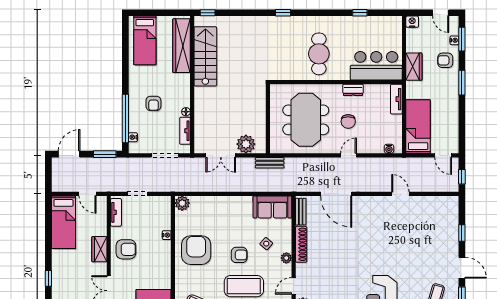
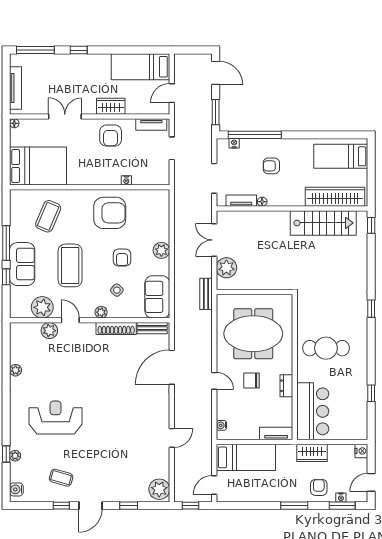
plant: (182, 203) -> (161, 250), moved
plant: (447, 205) -> (159, 489), added
armchair: (239, 255) -> (122, 258), moved

